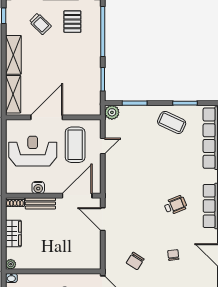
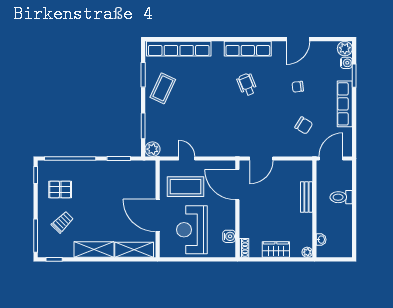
water cooler: (38, 188) -> (229, 236), moved
bench: (40, 203) -> (306, 197), moved
washbasin: (11, 278) -> (321, 240), moved

